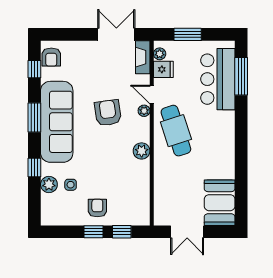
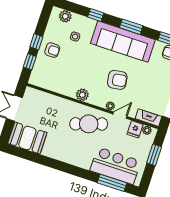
plant: (49, 184) -> (65, 16), moved

